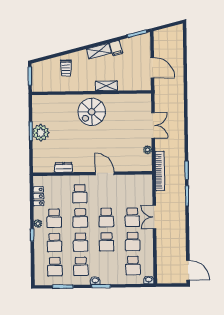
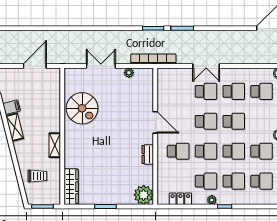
trolley: (66, 68) -> (37, 176), moved
shelving: (106, 86) -> (55, 145), moved
wardrobe: (48, 101) -> (71, 187), added
spiral stairs: (92, 112) -> (82, 108), moved
plant: (41, 133) -> (144, 195), moved
dresser: (63, 167) -> (148, 155), moved
door: (105, 173) -> (155, 122), swing flipped

